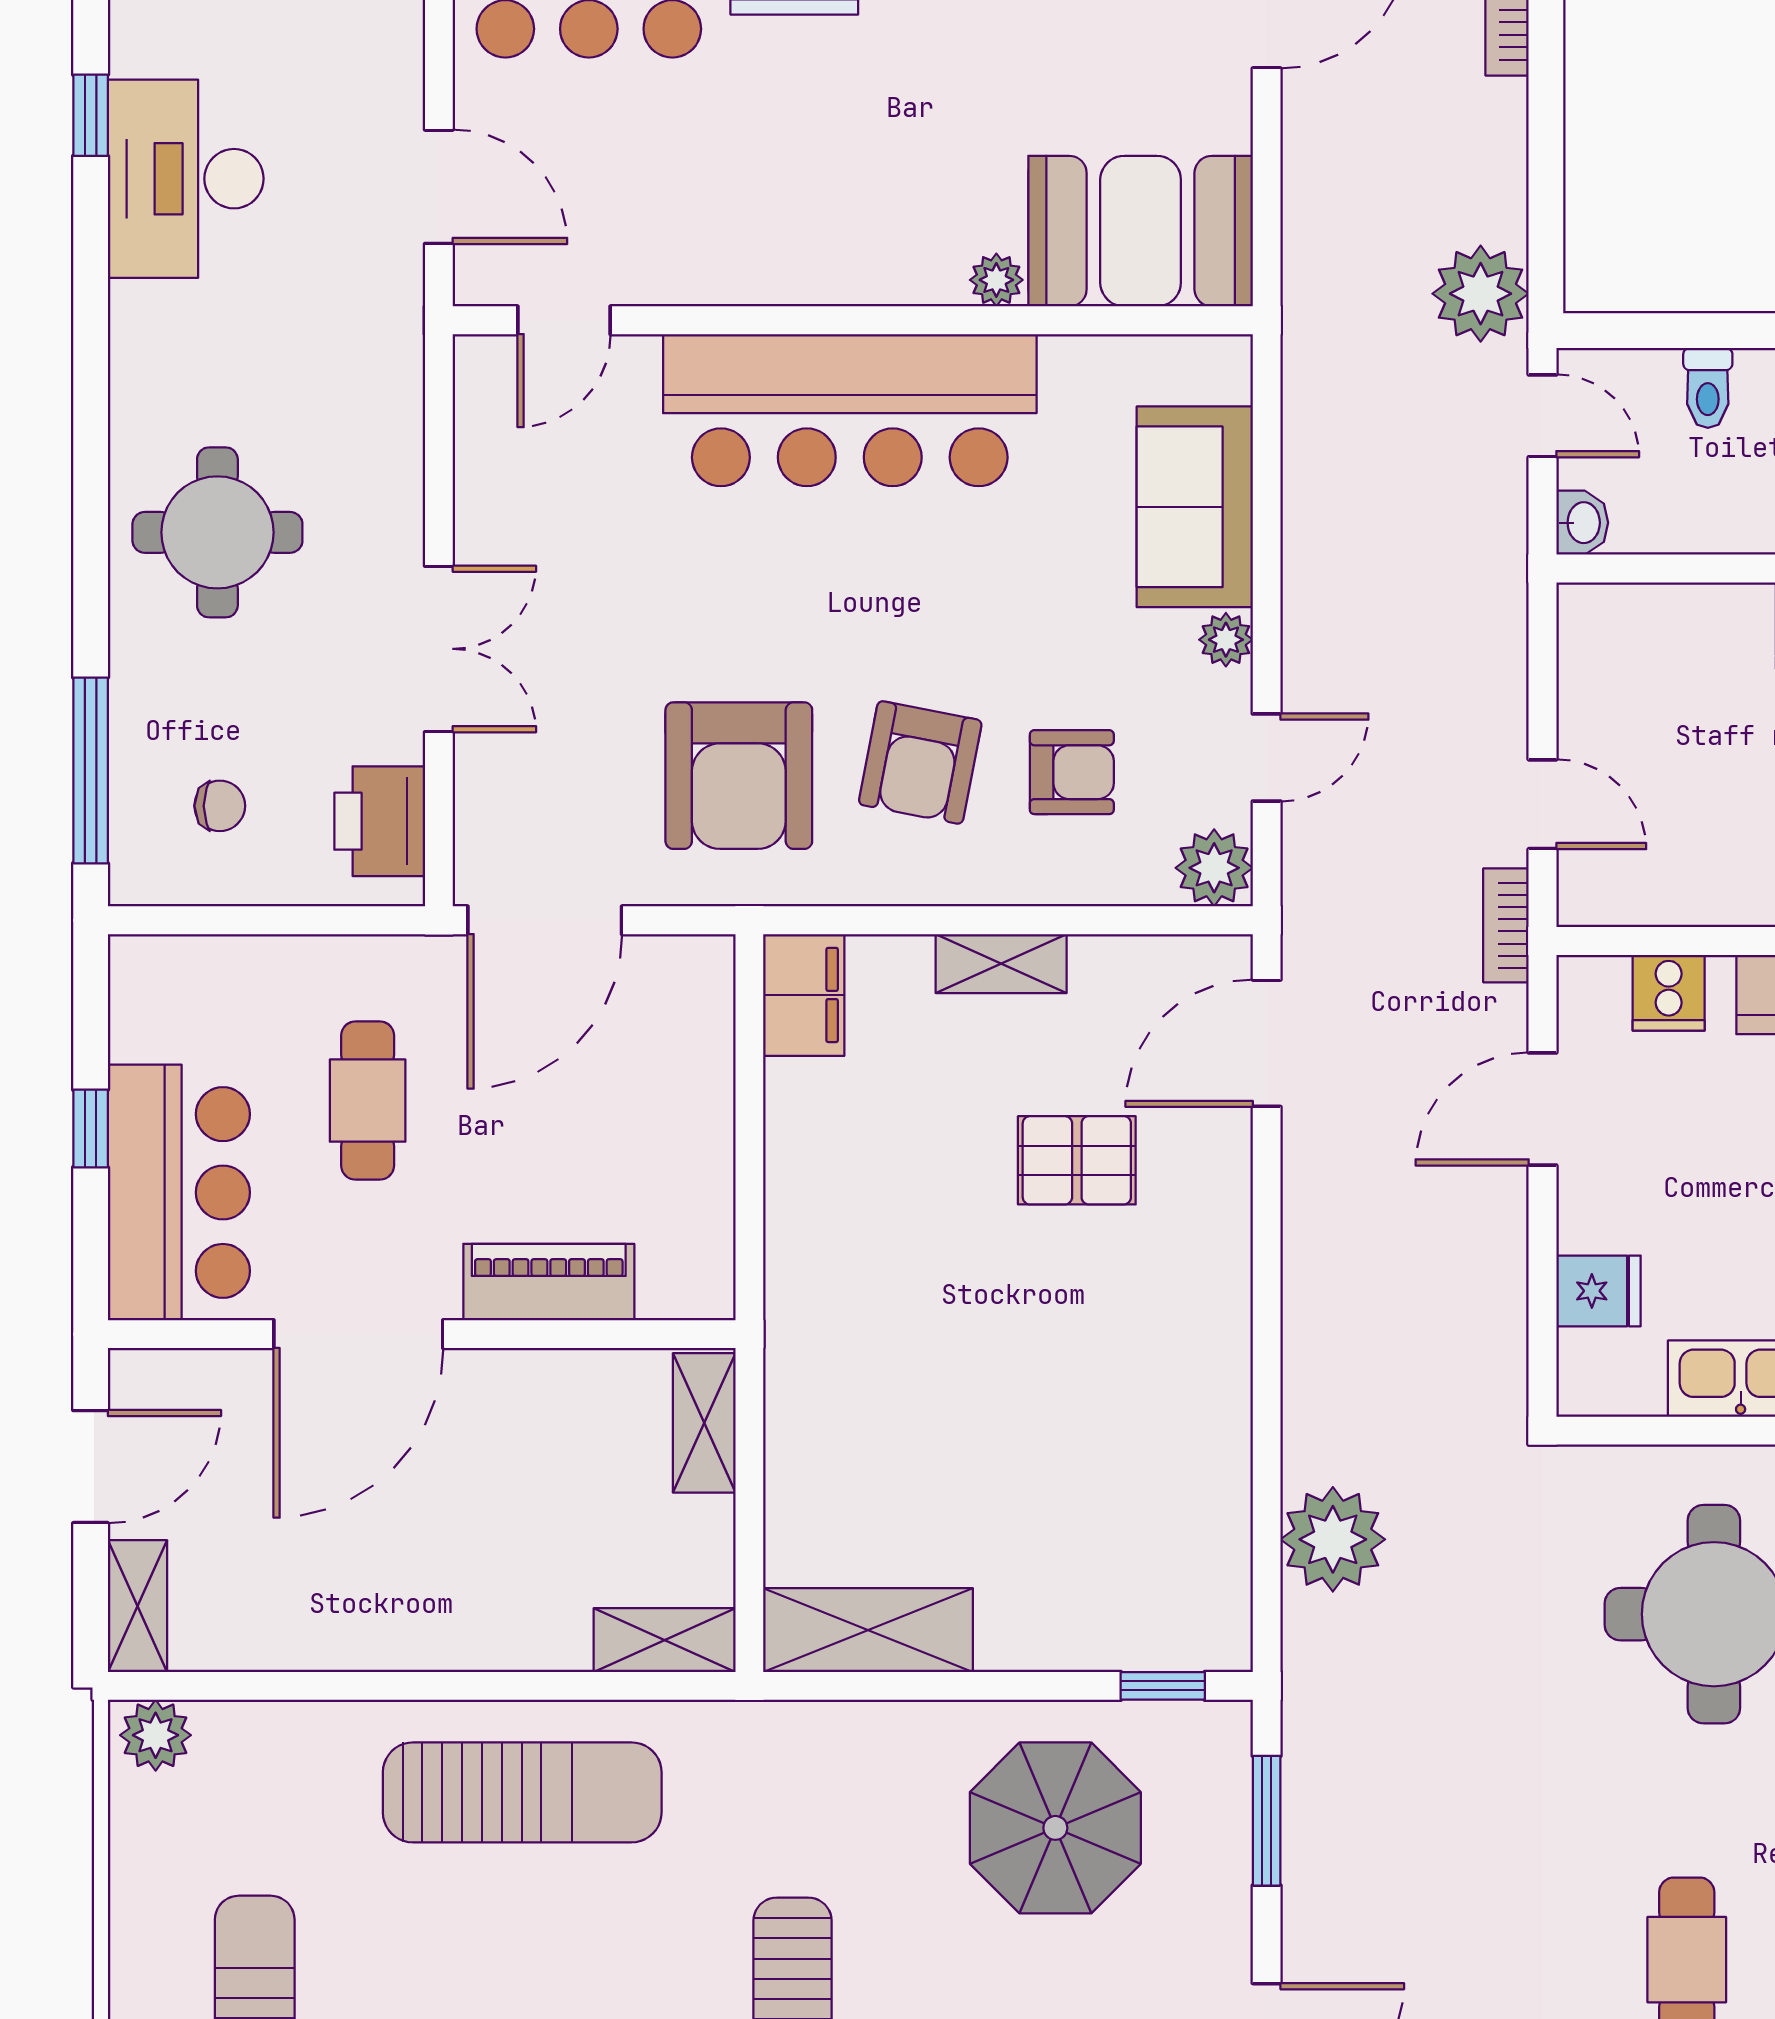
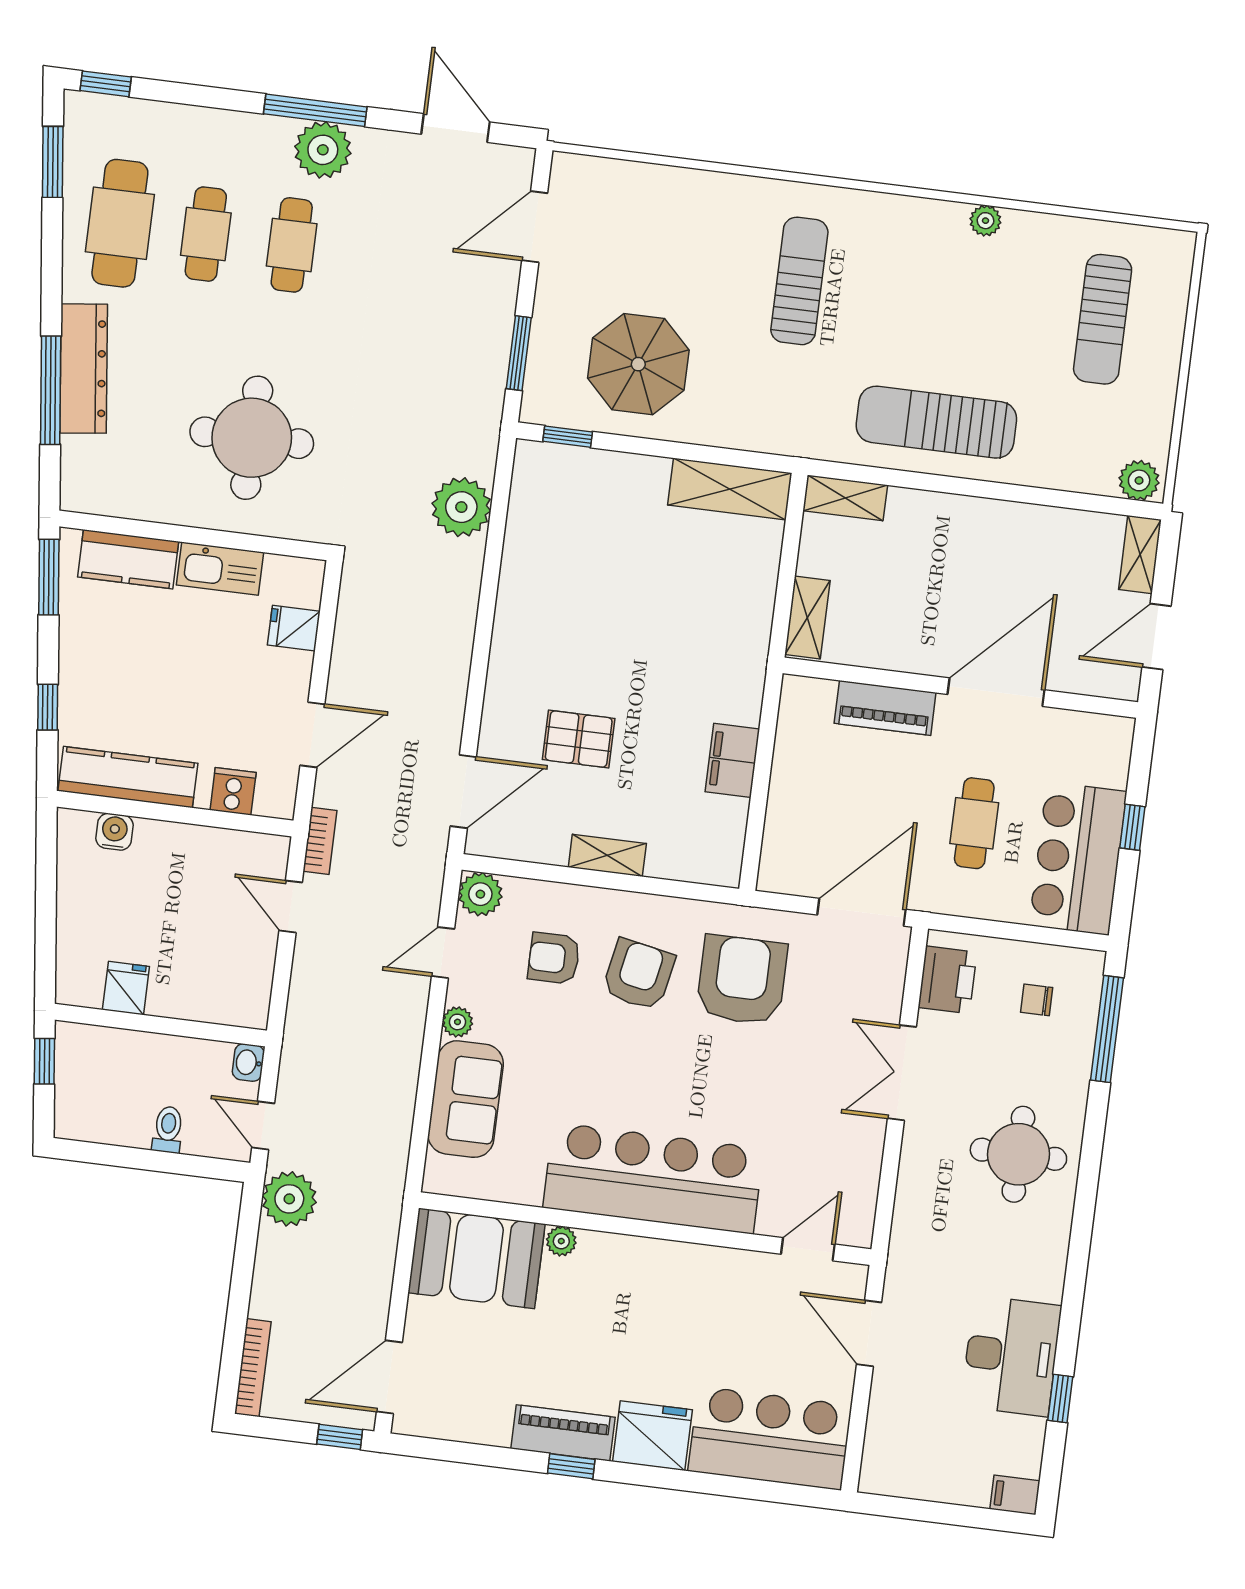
filing cabinet: (804, 995) -> (732, 760), moved
bar counter: (179, 1193) -> (1078, 858), moved

